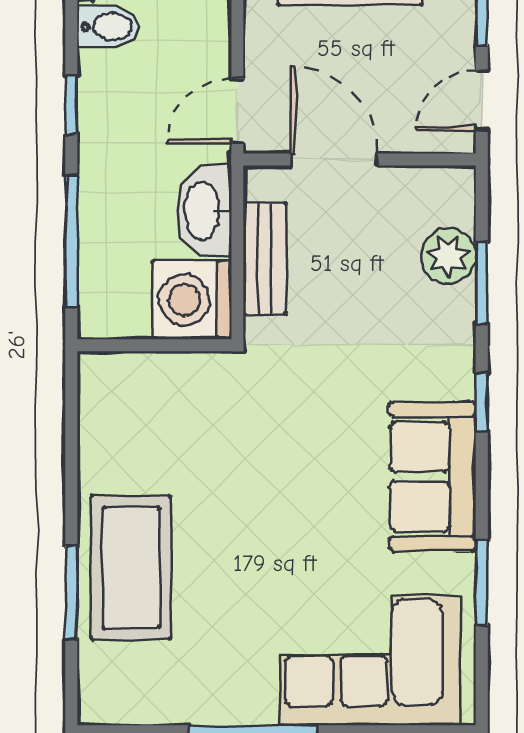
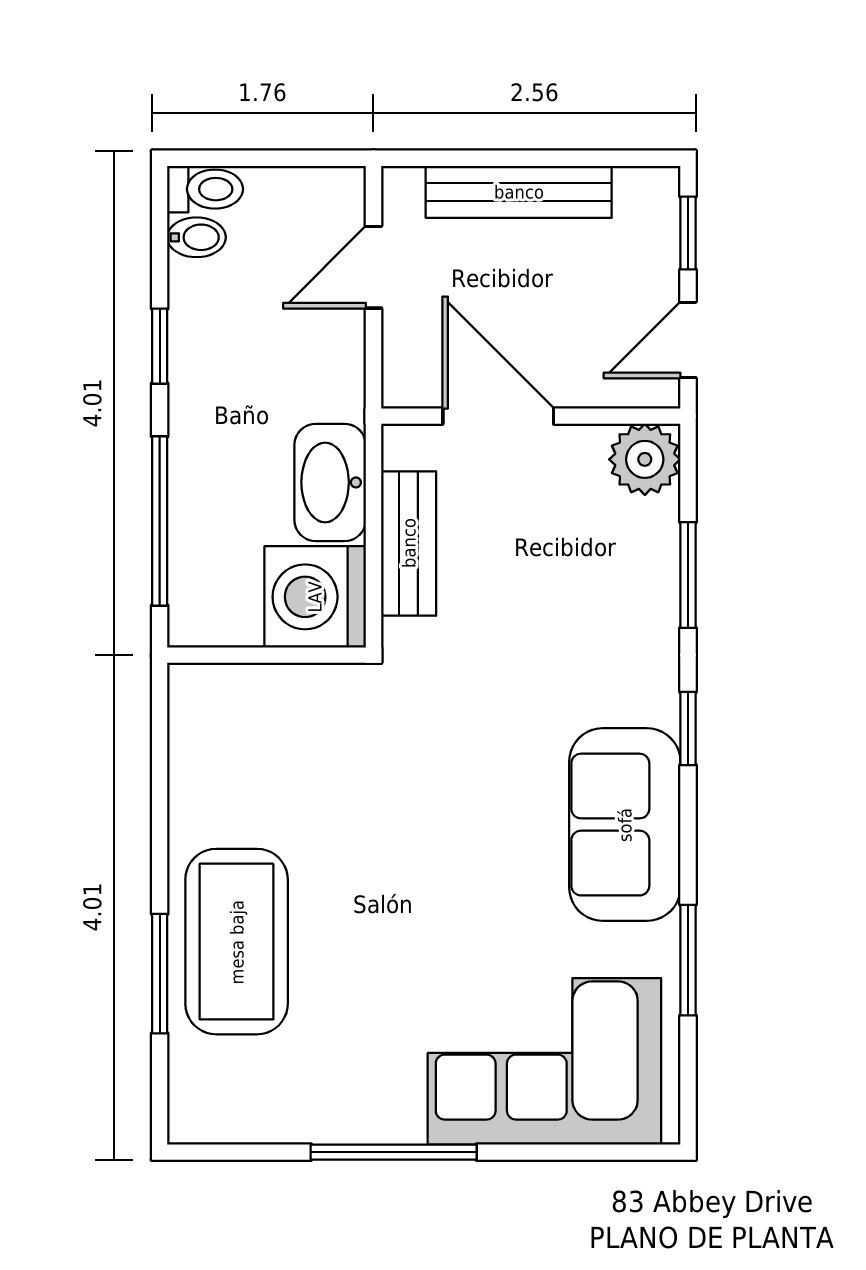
bidet: (108, 27) -> (196, 237), width x0.72, depth x0.74
door: (237, 111) -> (373, 267), moved
plant: (448, 256) -> (645, 459), moved

